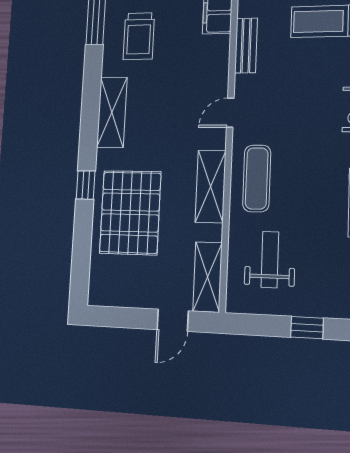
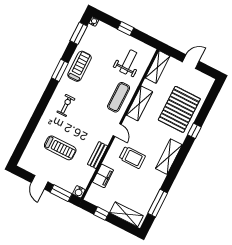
trolley: (139, 36) -> (132, 157), moved, turned 90
door: (230, 113) -> (117, 130), hinge flipped
weight bench: (270, 260) -> (128, 62), turned 180
door: (173, 320) -> (191, 62), moved

